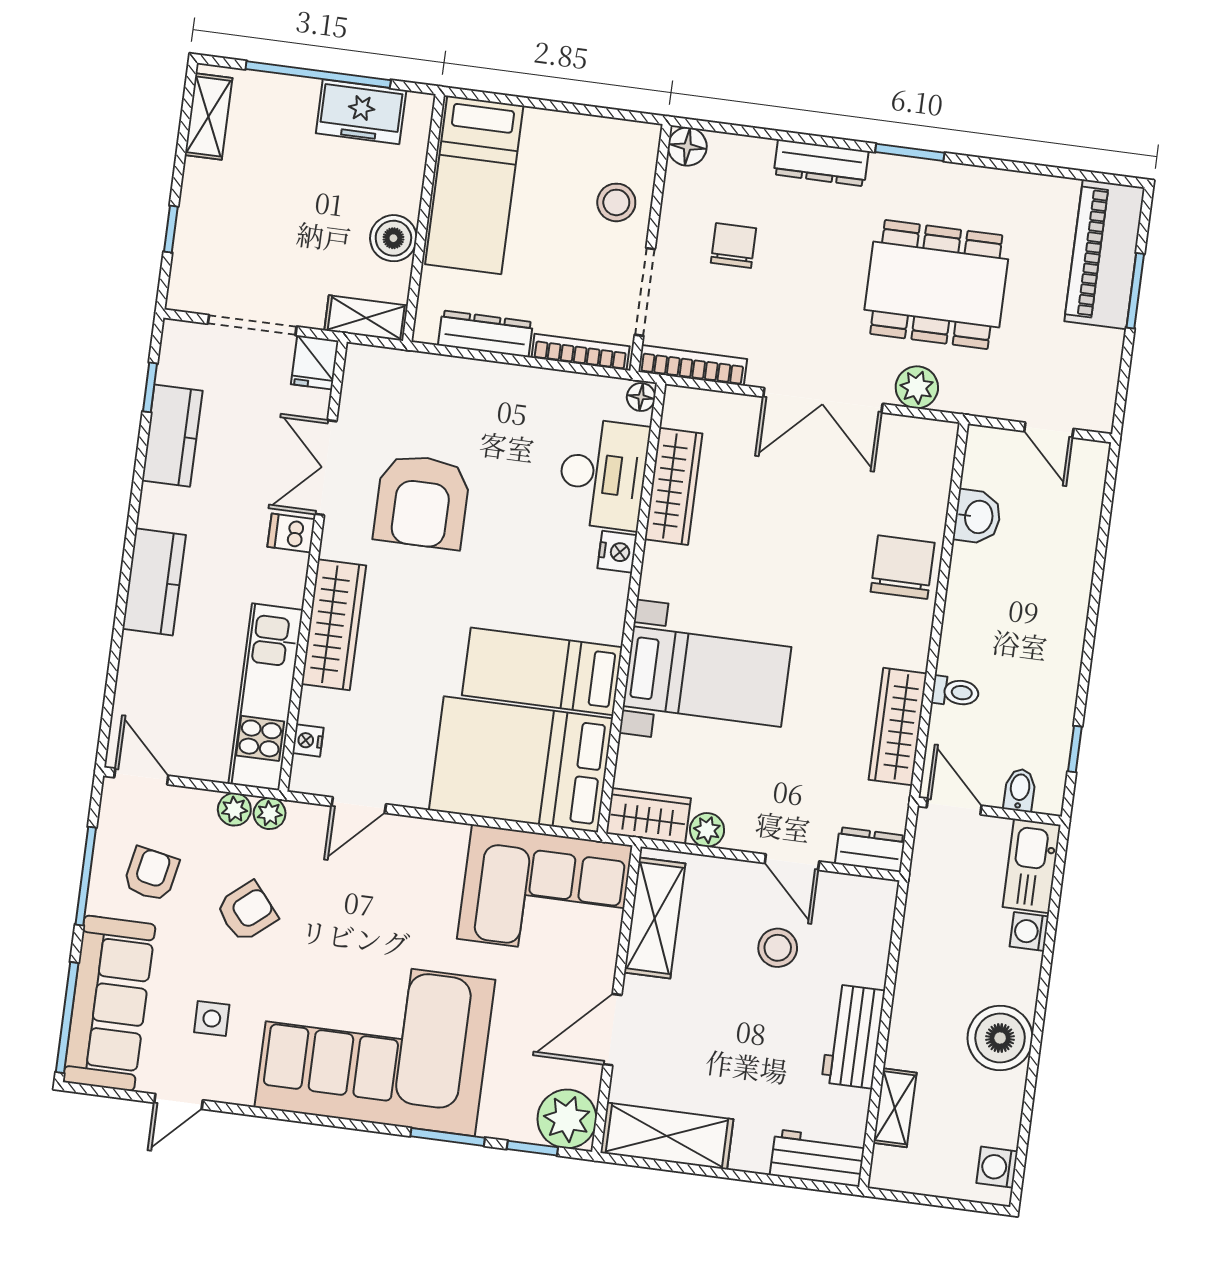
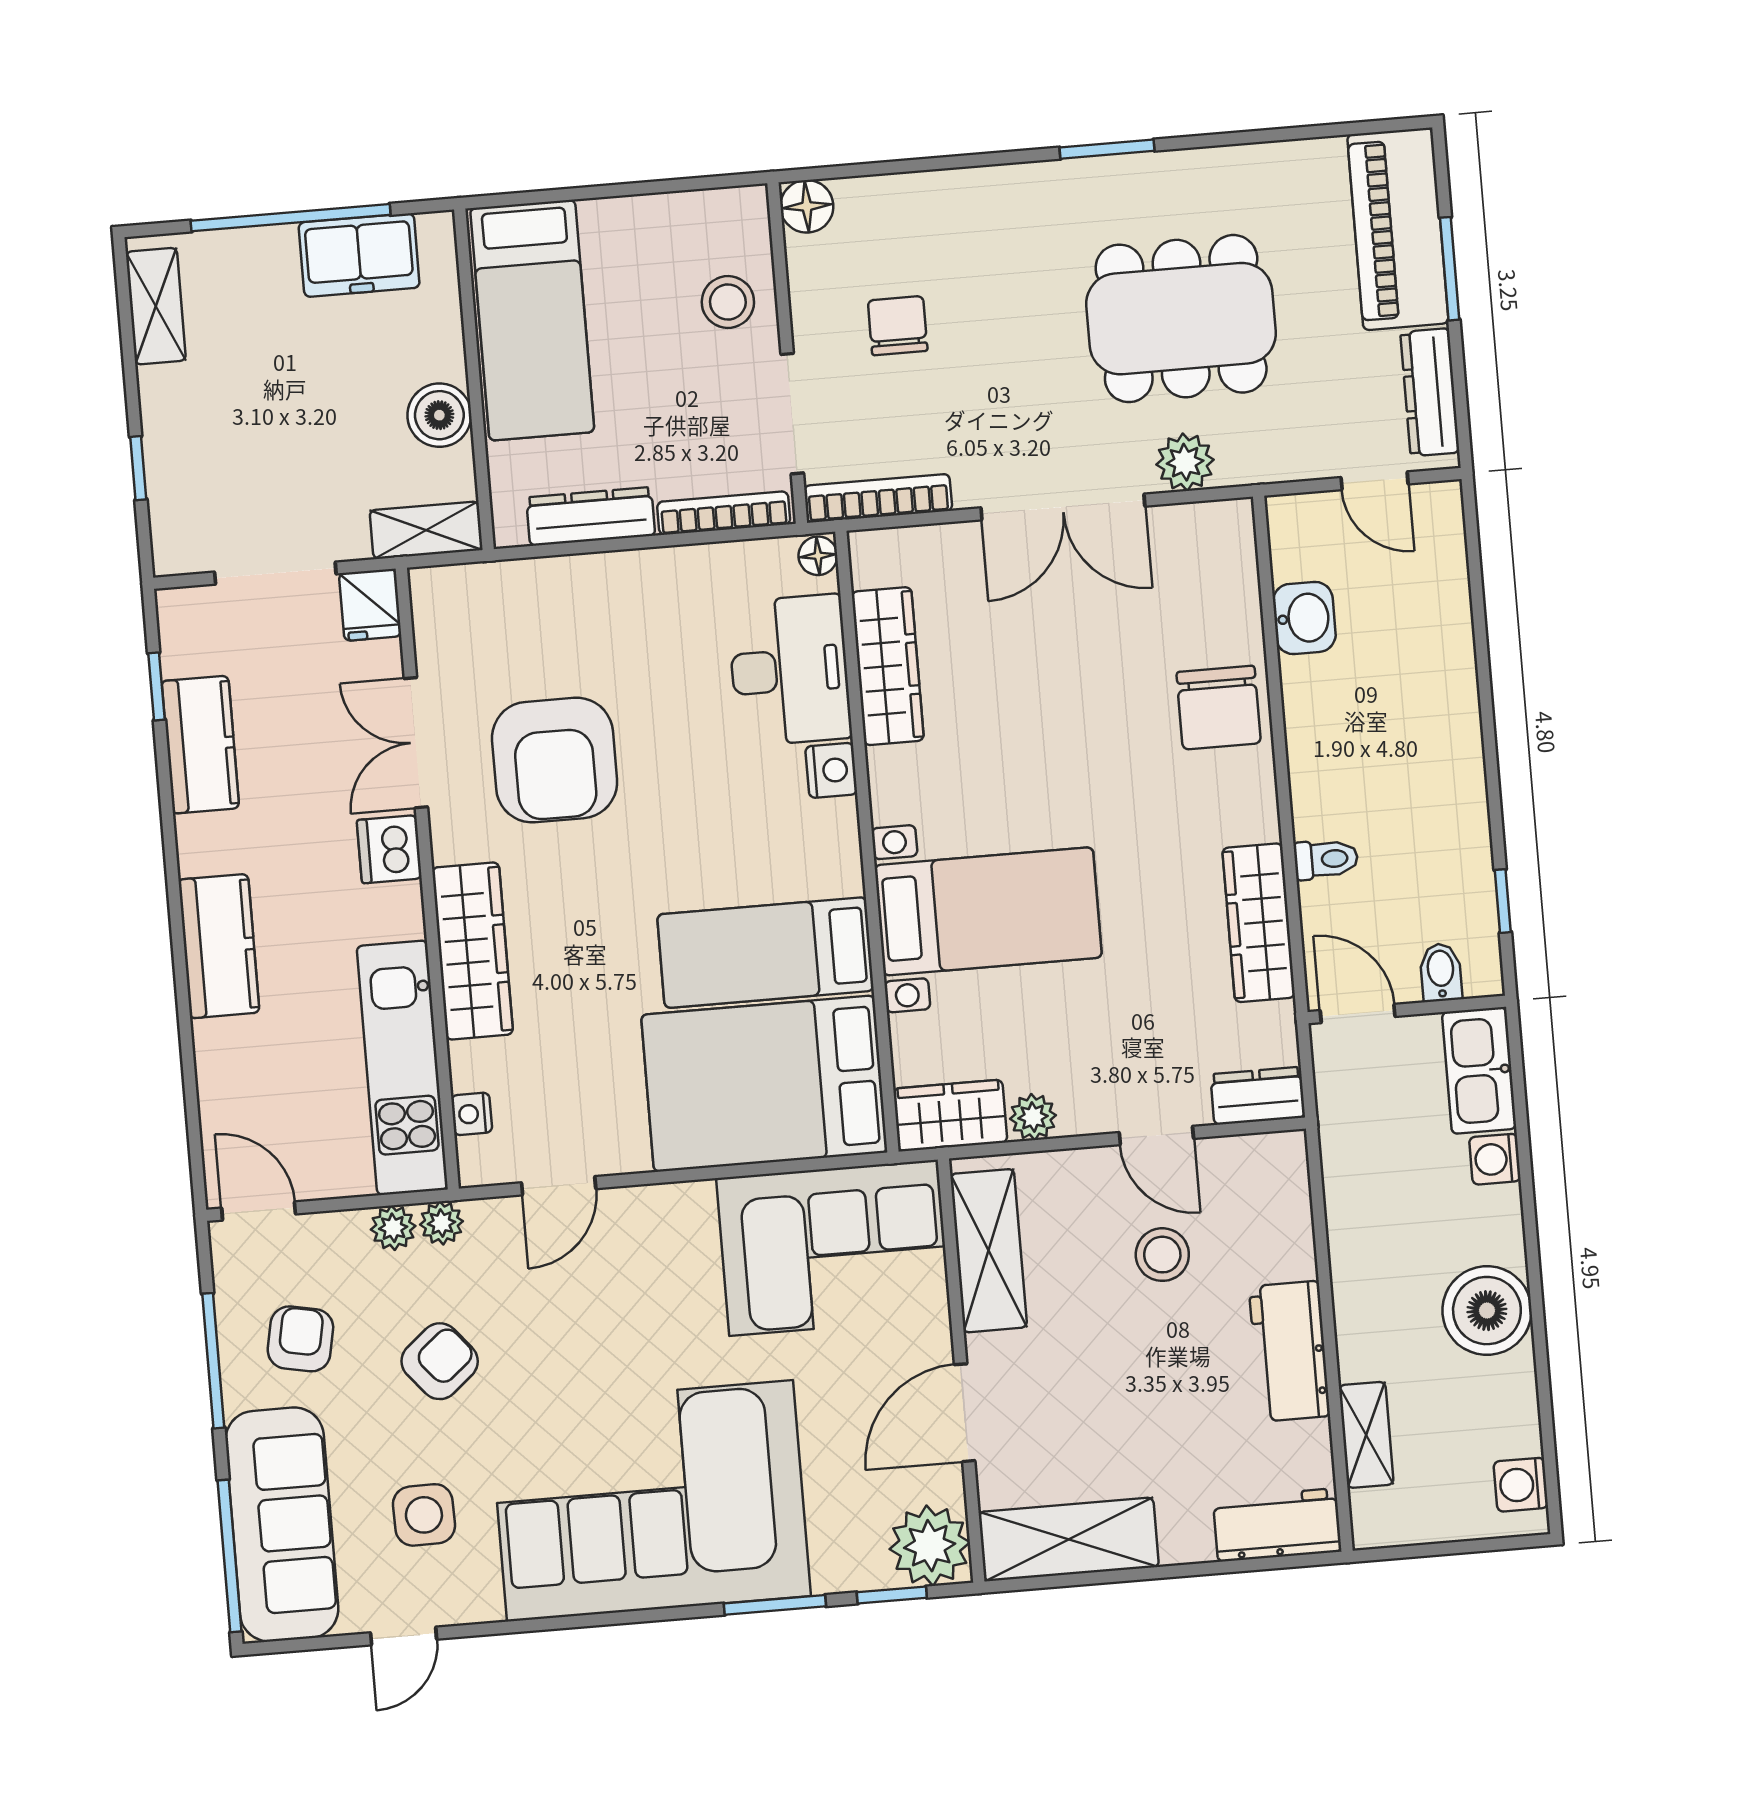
dresser: (821, 163) -> (1430, 392), moved, turned 90
dishwasher: (291, 533) -> (389, 849), width x1.38
chair: (903, 567) -> (1219, 708), turned 180
side table: (212, 1019) -> (424, 1515), width x1.37, depth x1.37

